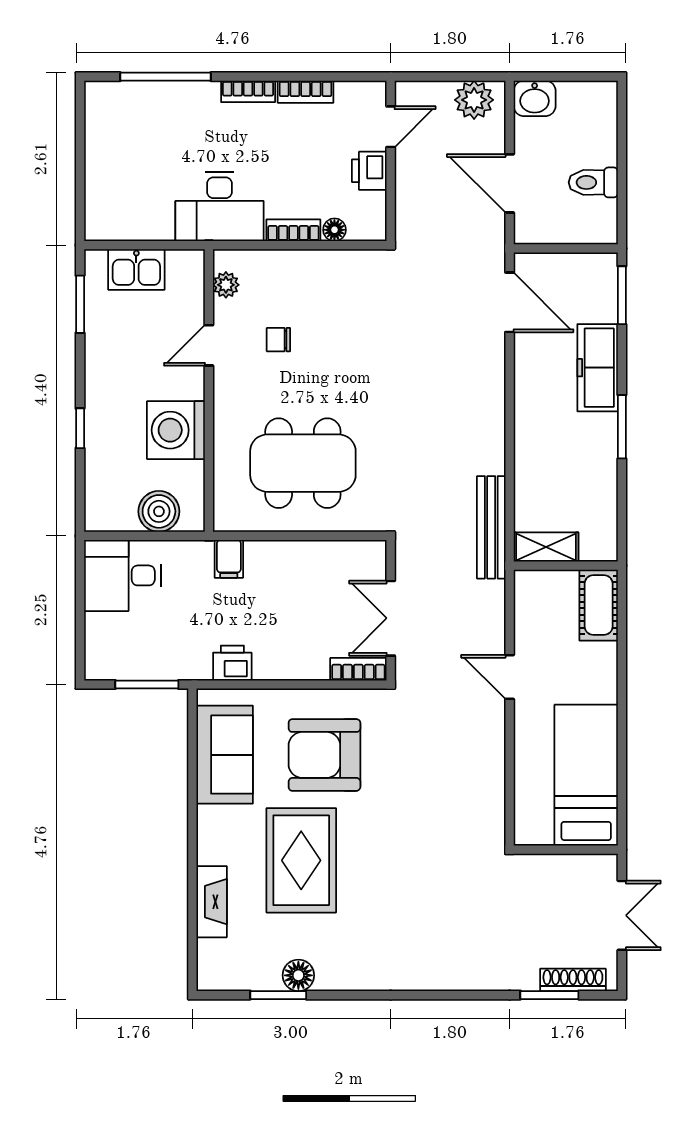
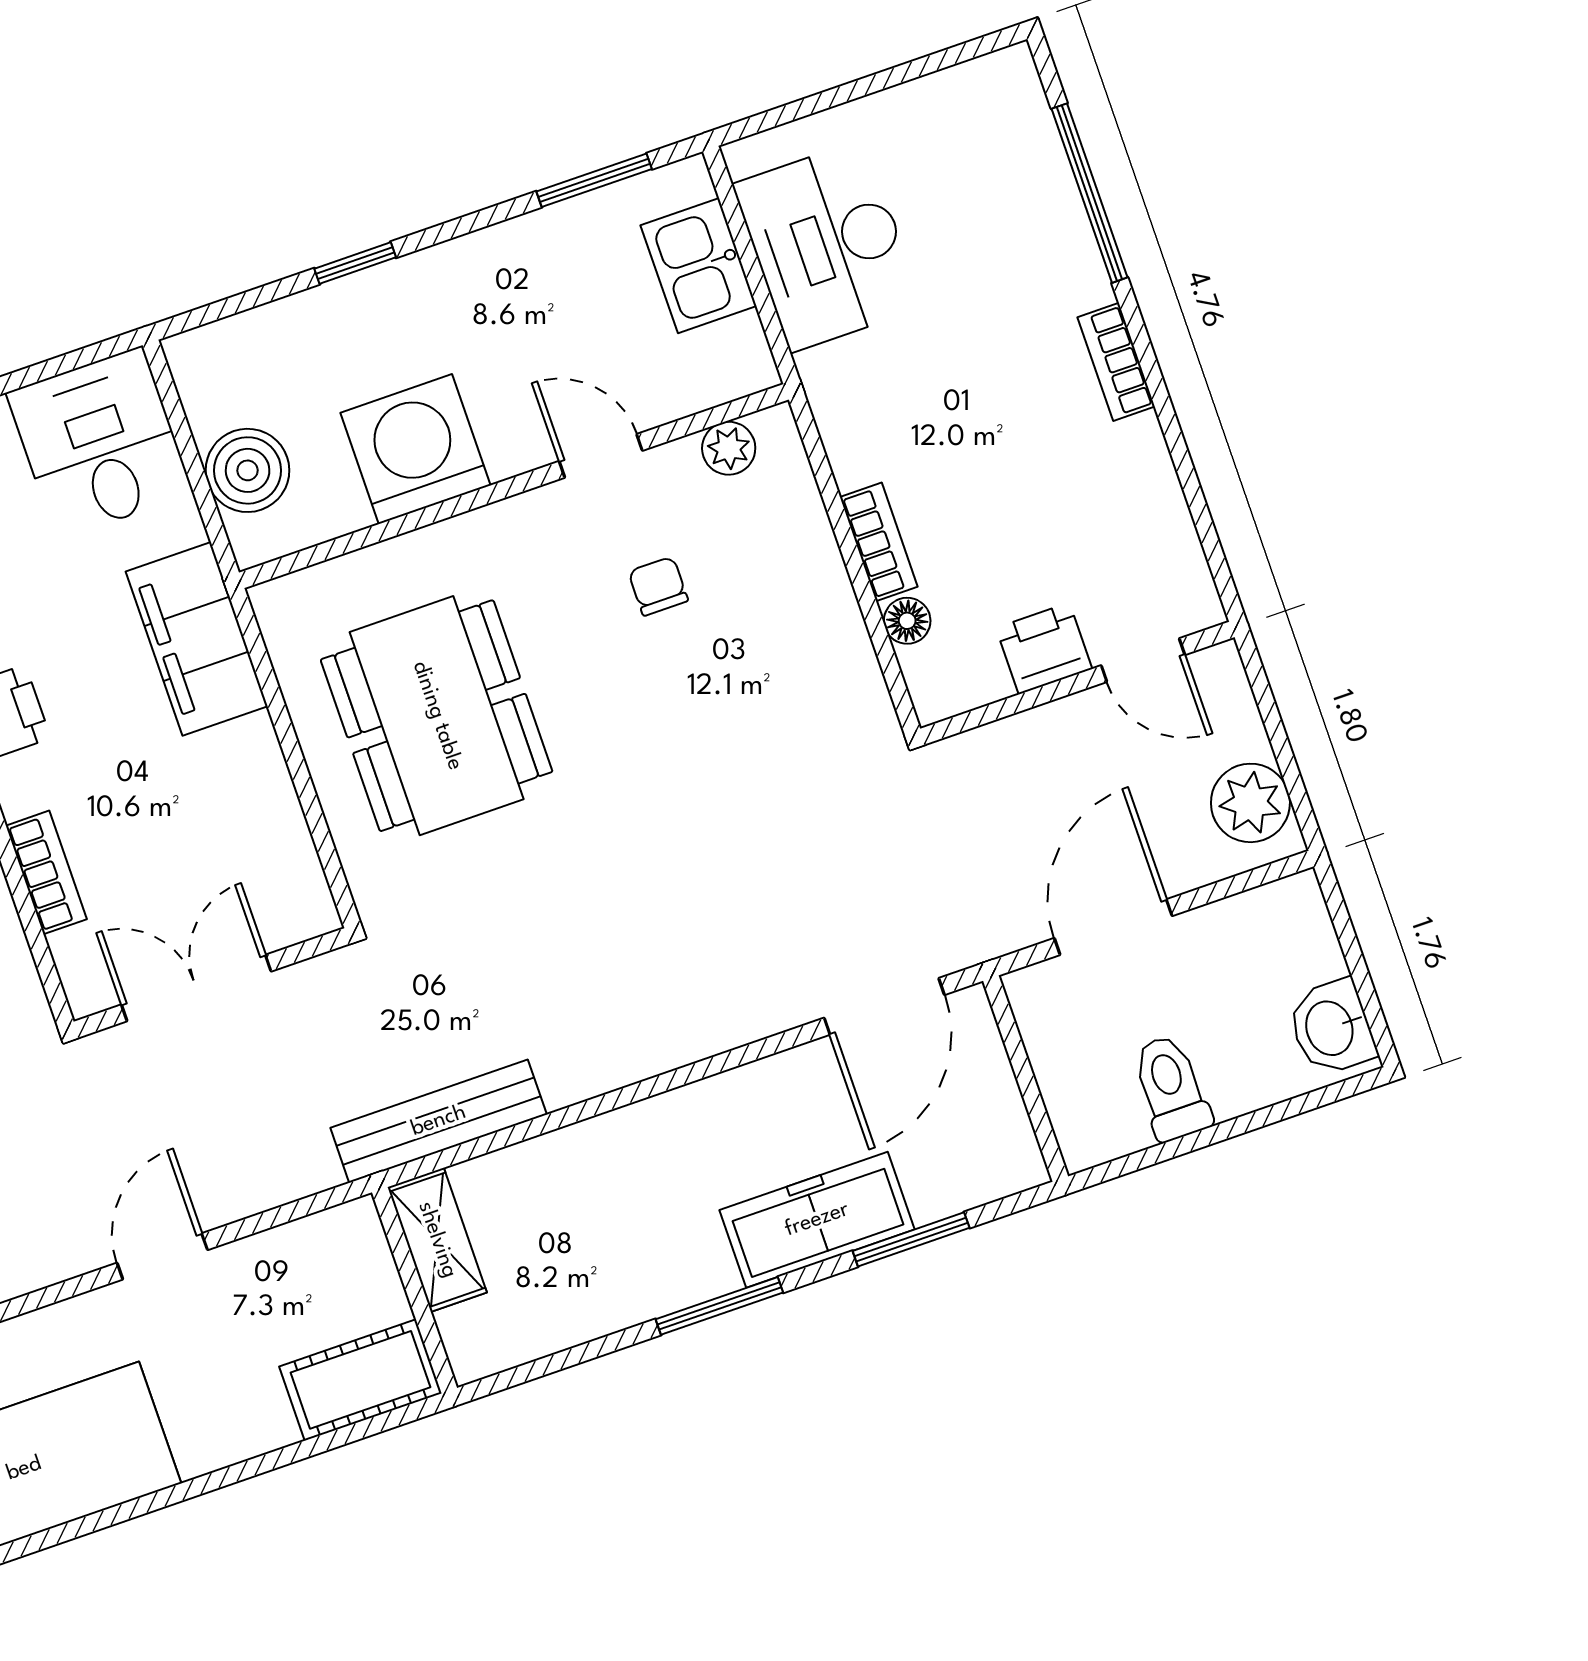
bookcase: (306, 92) -> (1154, 473), removed
washbasin: (535, 98) -> (1331, 1028), moved
desk: (220, 206) -> (828, 246), moved
window: (622, 295) -> (911, 1239), moved
filing cabinet: (229, 559) -> (197, 639), width x3.00, depth x1.17
bookcase: (358, 669) -> (46, 872), moved

